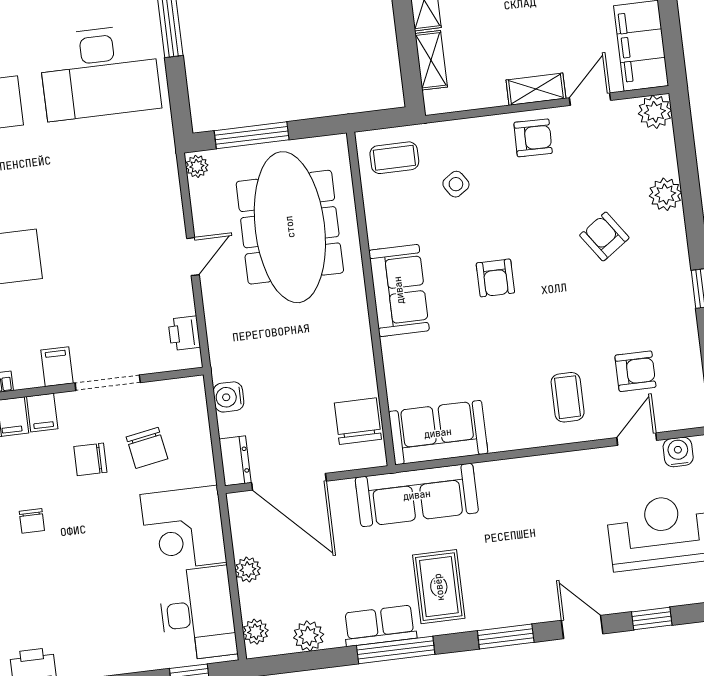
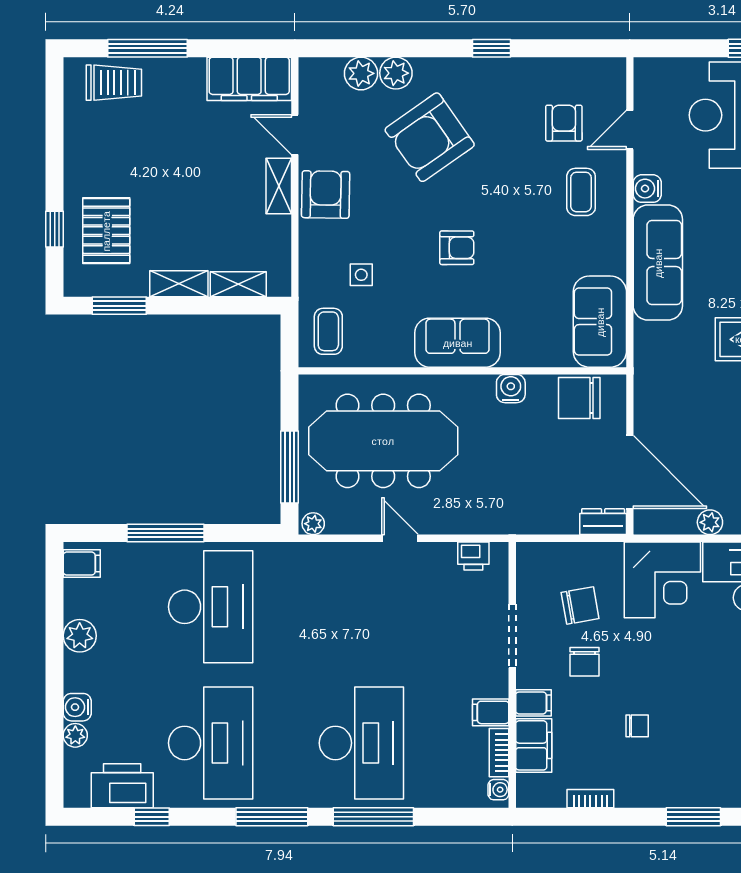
plant: (655, 112) -> (361, 73), moved
armchair: (533, 138) -> (326, 195), width x1.38, depth x1.38
side table: (456, 184) -> (361, 275), turned 34
armchair: (604, 237) -> (430, 137), width x1.88, depth x1.88
filing cabinet: (57, 367) -> (491, 712), moved
water cooler: (229, 397) -> (511, 389), moved, turned 180
coffee table: (568, 397) -> (581, 192), turned 90
door: (637, 439) -> (630, 130), hinge flipped
water cooler: (678, 452) -> (647, 189), moved
door: (289, 482) -> (630, 472), hinge flipped
sofa: (417, 495) -> (658, 263), moved

